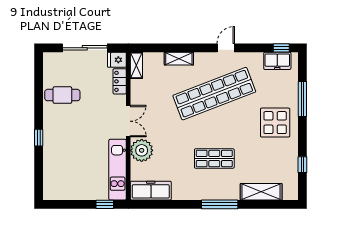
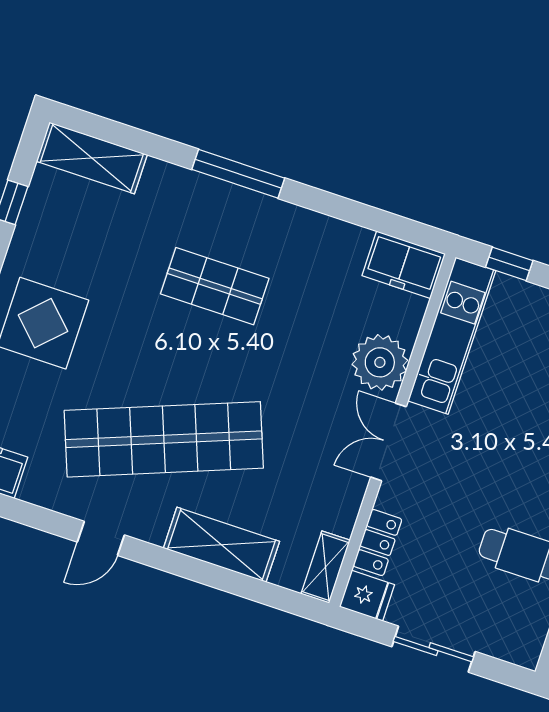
sliding door: (85, 48) -> (433, 649), width x0.73
shelving: (179, 59) -> (221, 545), width x1.50, depth x1.33
freezer: (151, 191) -> (404, 265), width x0.71
shelving: (261, 192) -> (92, 158), moved

